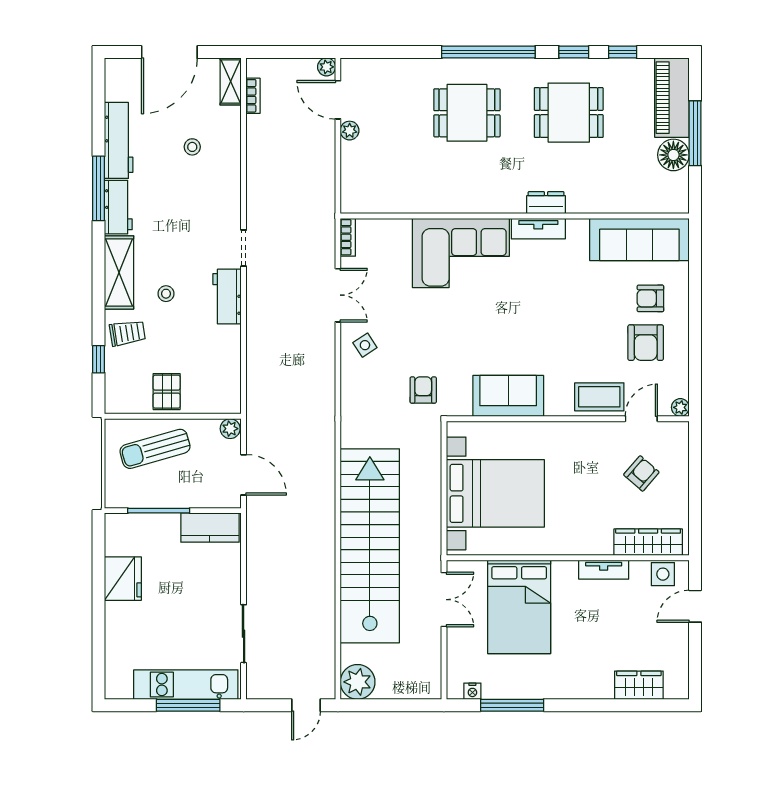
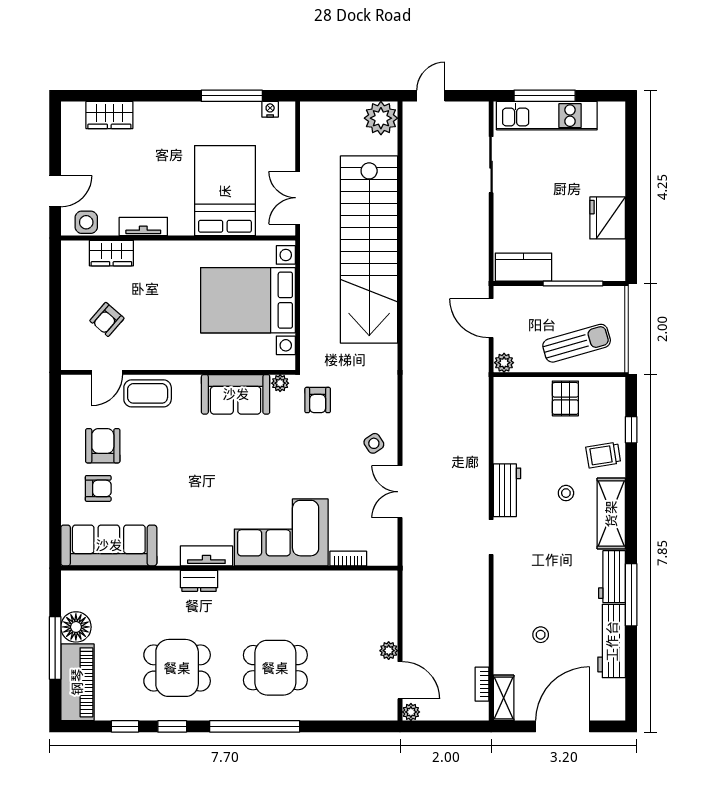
bookcase: (348, 237) -> (348, 559), moved, turned 90
plant: (680, 407) -> (280, 383), moved
wardrobe: (648, 542) -> (111, 253), width x0.67

